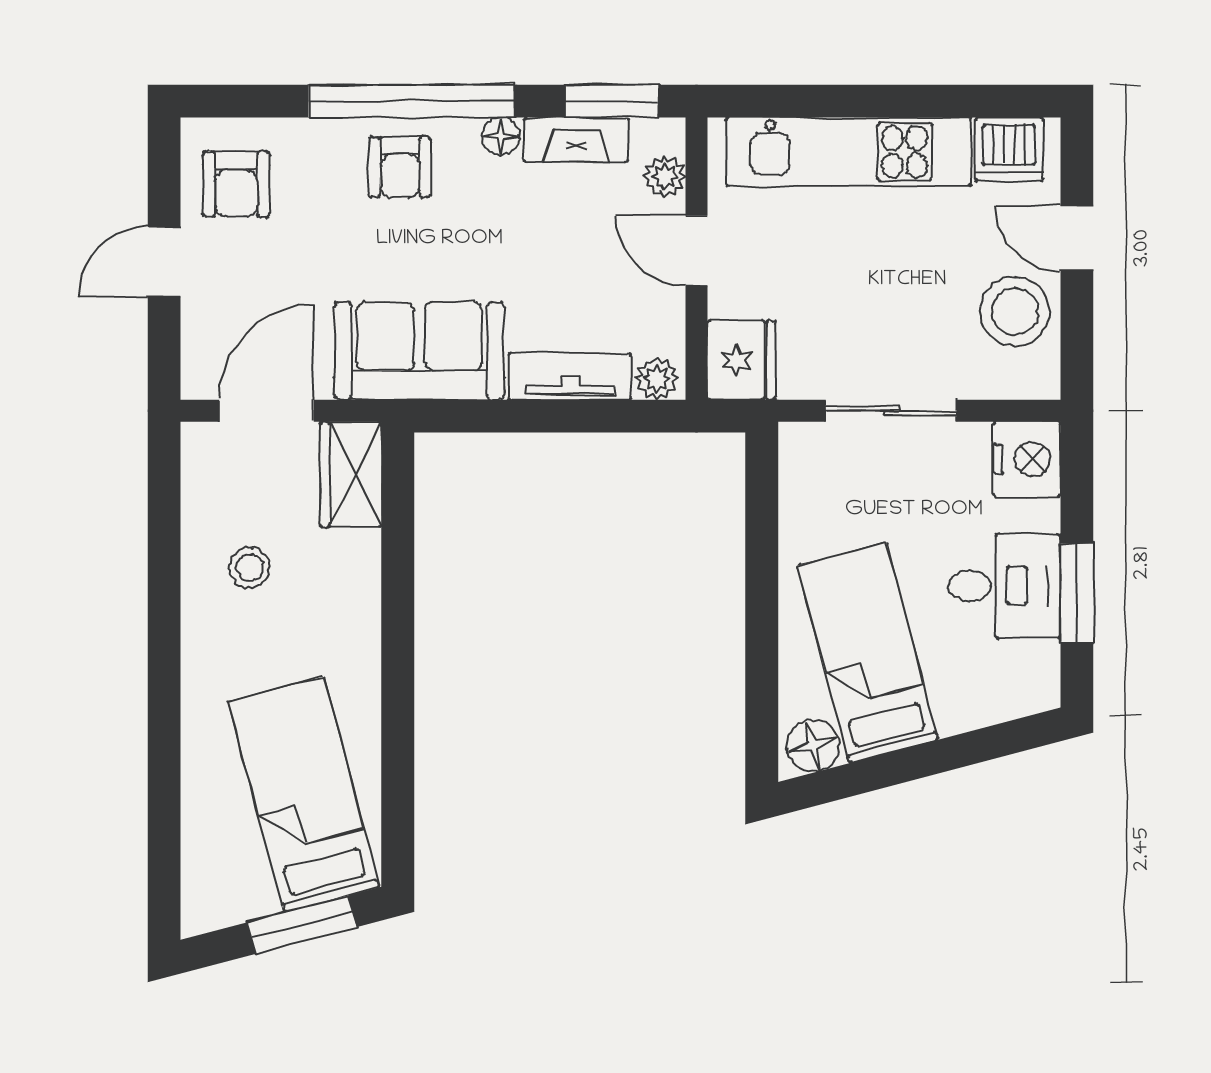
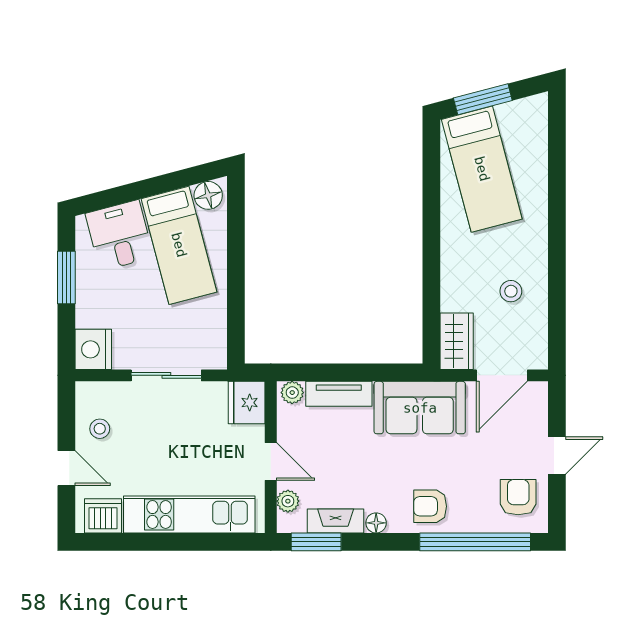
window: (412, 101) -> (475, 542), moved
armchair: (400, 167) -> (430, 506), turned -90
stool: (1015, 311) -> (100, 429), width x0.53, depth x0.53
desk: (1005, 586) -> (119, 235), moved, turned 75

